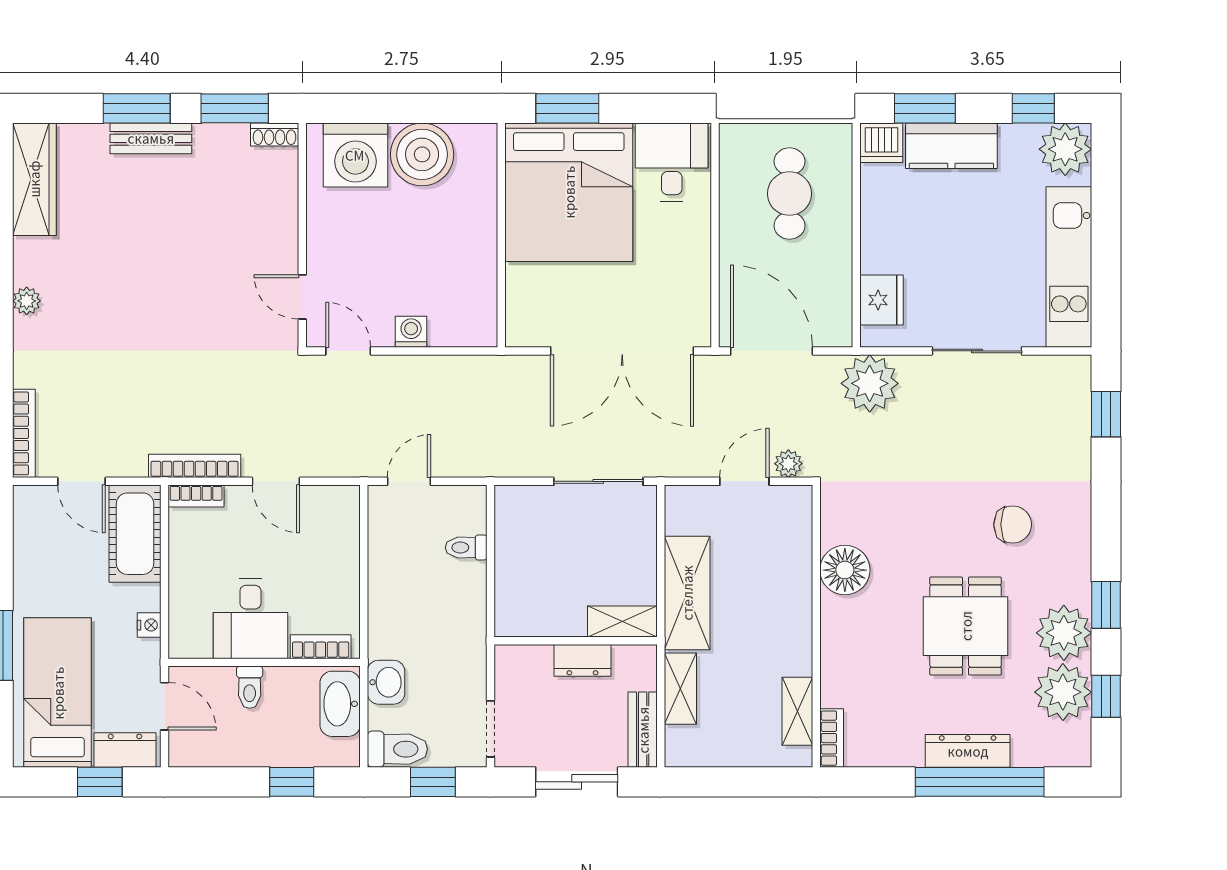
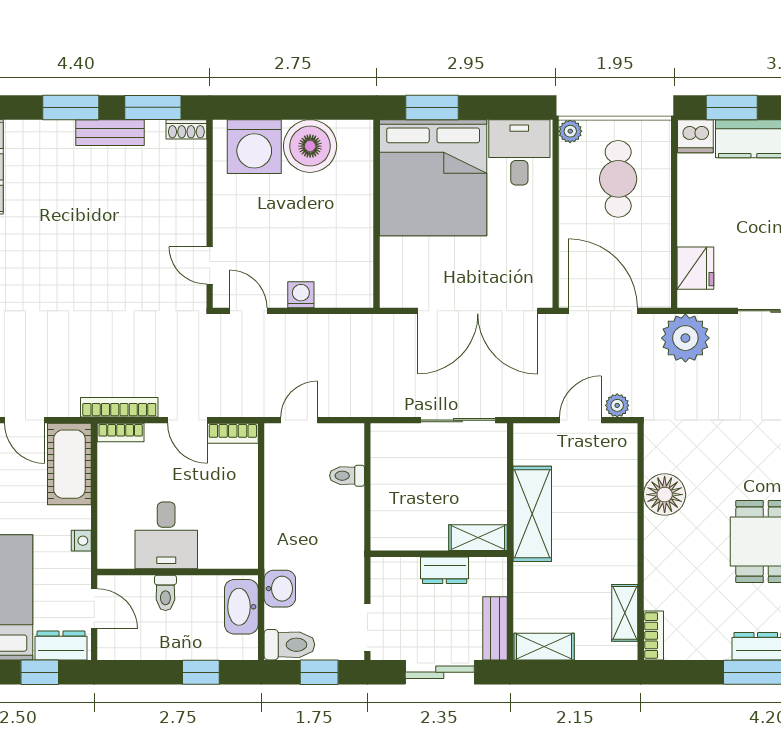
plant: (732, 137) -> (570, 131), added
bench: (151, 138) -> (110, 133), moved
bookcase: (321, 647) -> (233, 433), moved, turned 180
shelving: (680, 689) -> (544, 647), moved, turned 90

